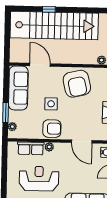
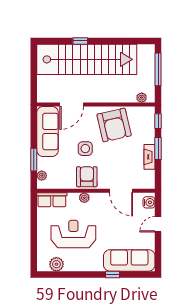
door: (40, 65) -> (72, 104), swing flipped
armchair: (52, 129) -> (87, 177), turned -90
row of seats: (31, 148) -> (52, 200), moved

